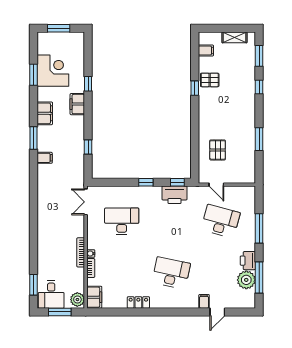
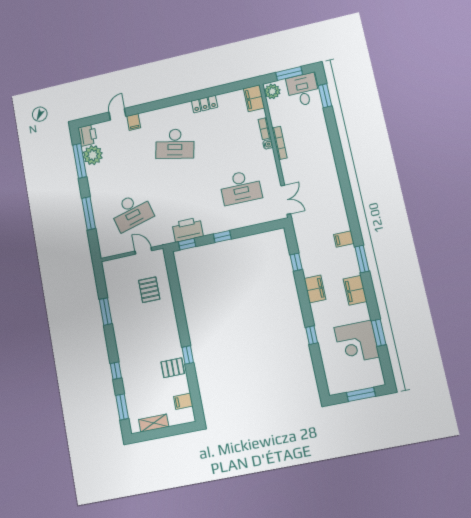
filing cabinet: (77, 104) -> (315, 289), moved
desk: (221, 221) -> (132, 212), turned -30
printer: (248, 261) -> (87, 135), moved

